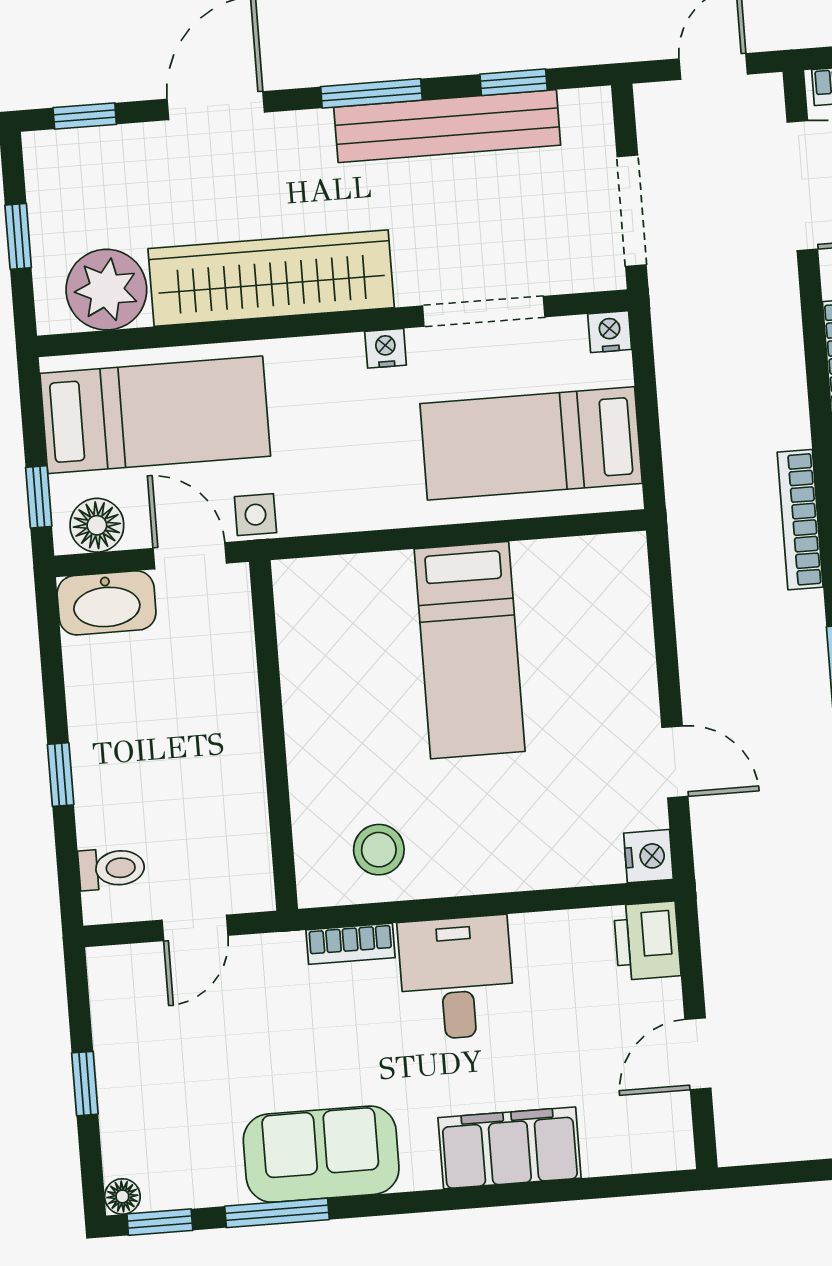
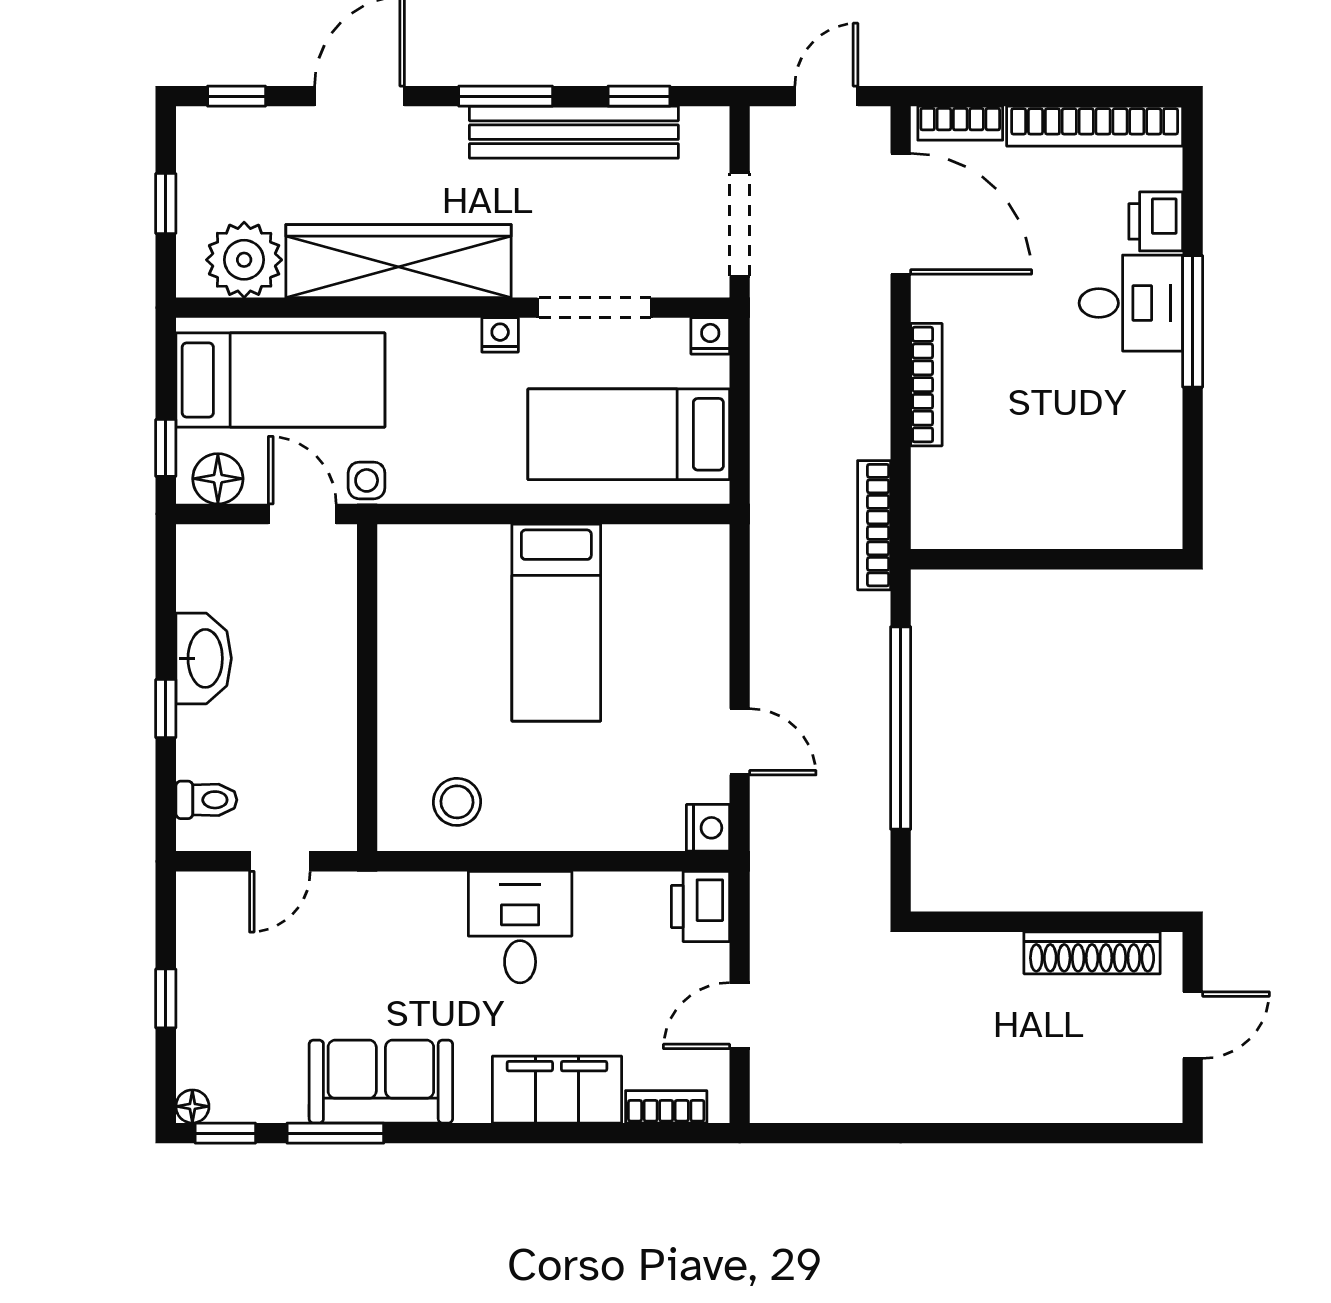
washbasin: (107, 603) -> (204, 658), moved, turned -90
bookcase: (351, 944) -> (666, 1107), moved, turned 180

